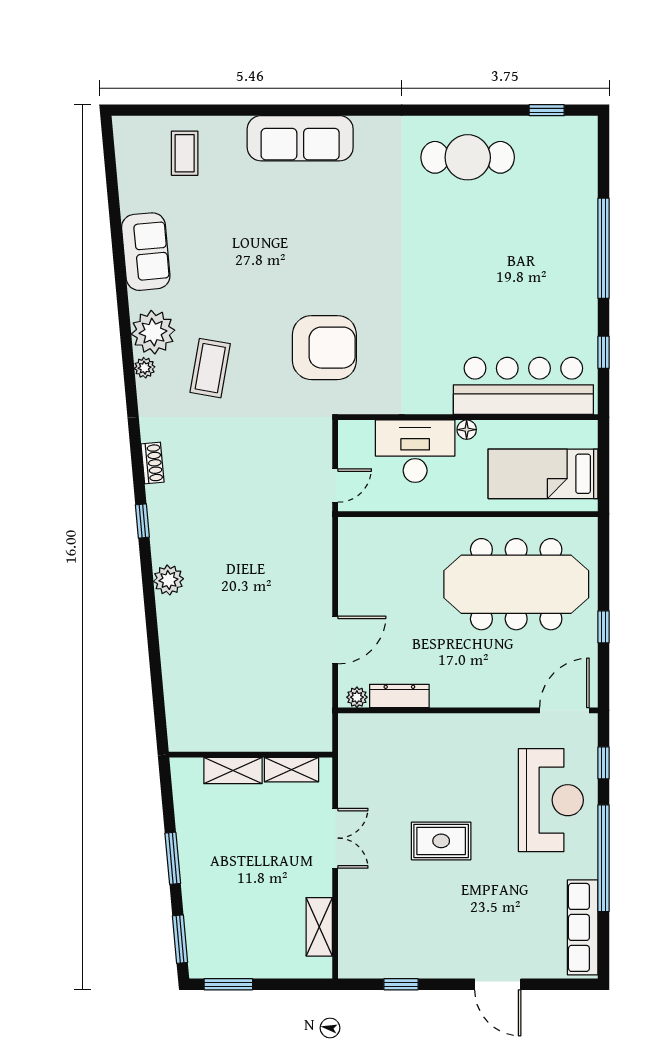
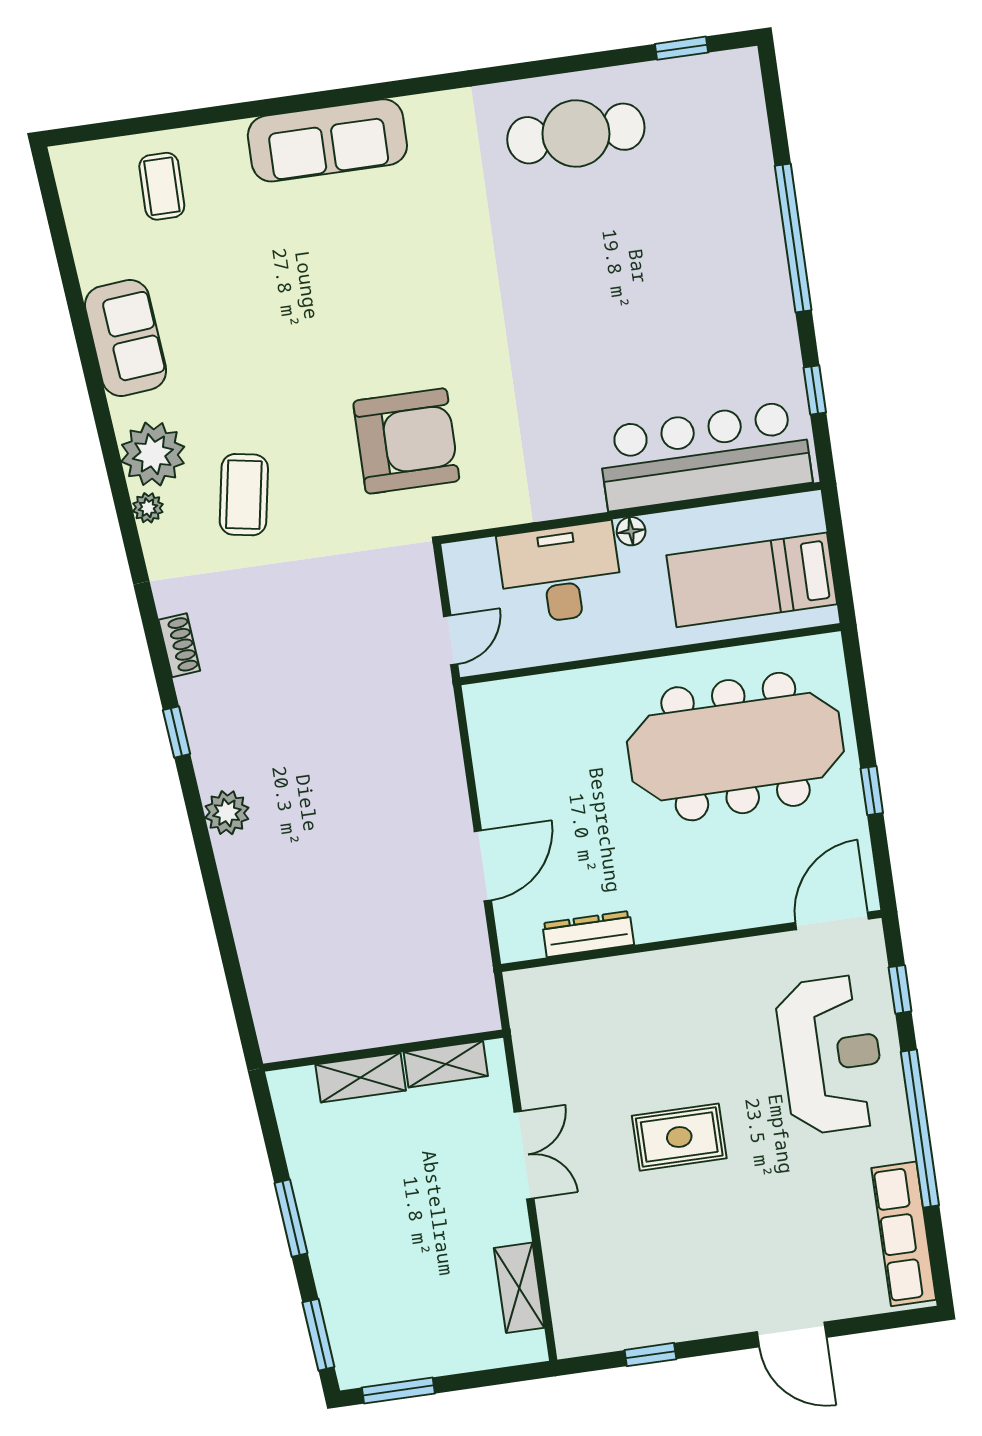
plant: (357, 697) -> (526, 945), removed

